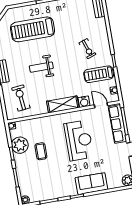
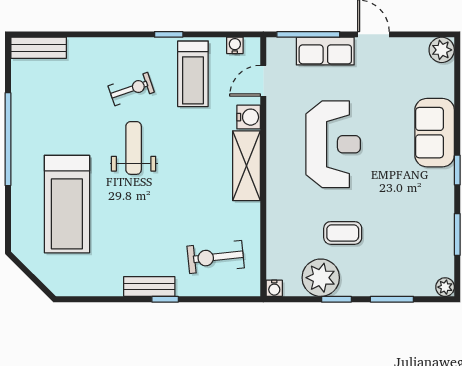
weight bench: (41, 67) -> (134, 148), moved, turned 180
row of seats: (117, 124) -> (325, 51), width x0.68
reception desk: (79, 140) -> (333, 144), turned 90

